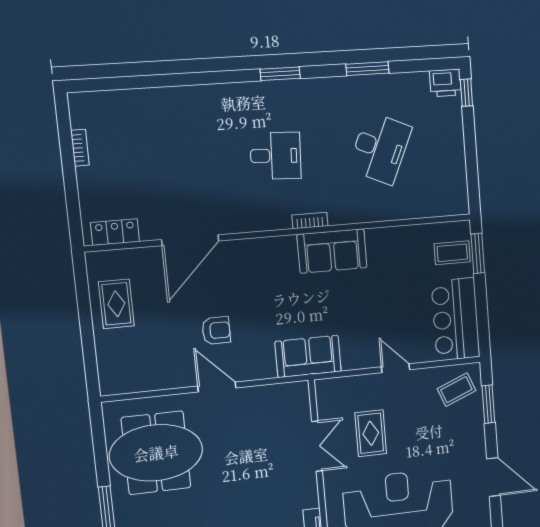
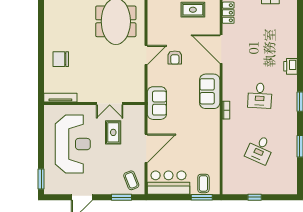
printer: (445, 83) -> (291, 66), moved
window: (466, 93) -> (255, 197), moved
desk: (380, 148) -> (260, 149), width x0.73
sofa: (332, 251) -> (210, 91), moved
door: (396, 368) -> (146, 148), width x1.87
rug: (371, 433) -> (113, 132), turned 90

